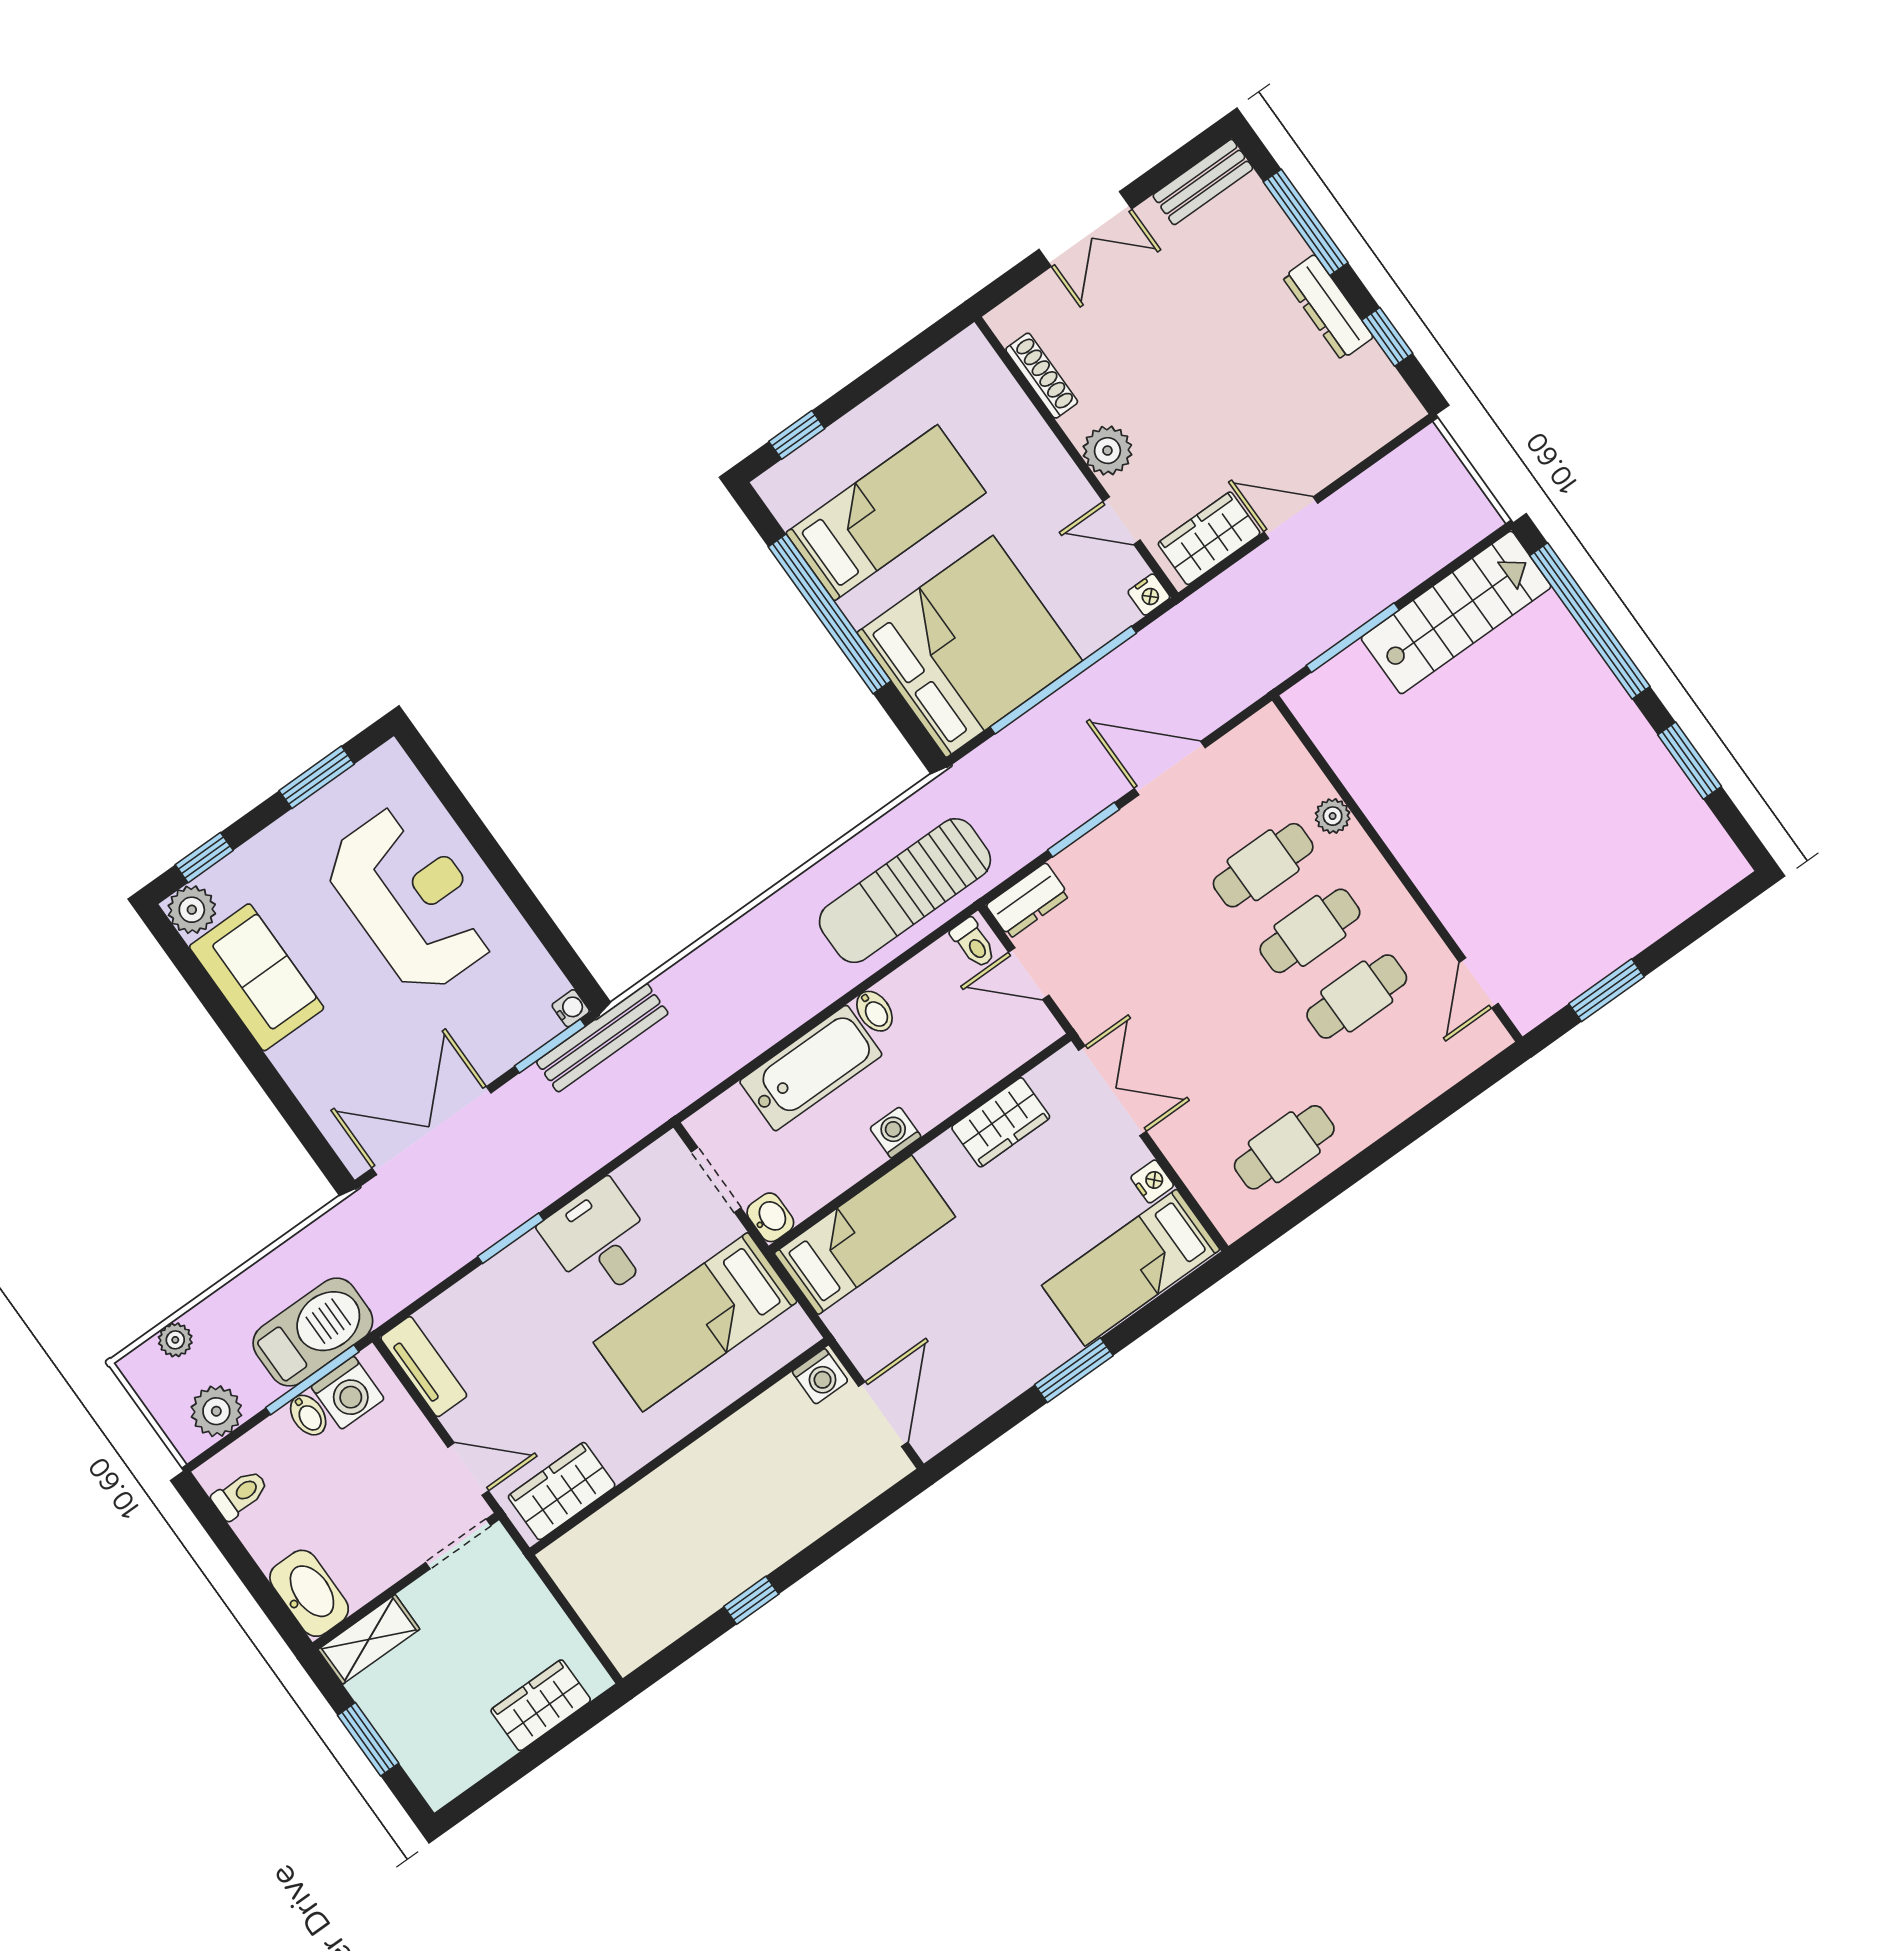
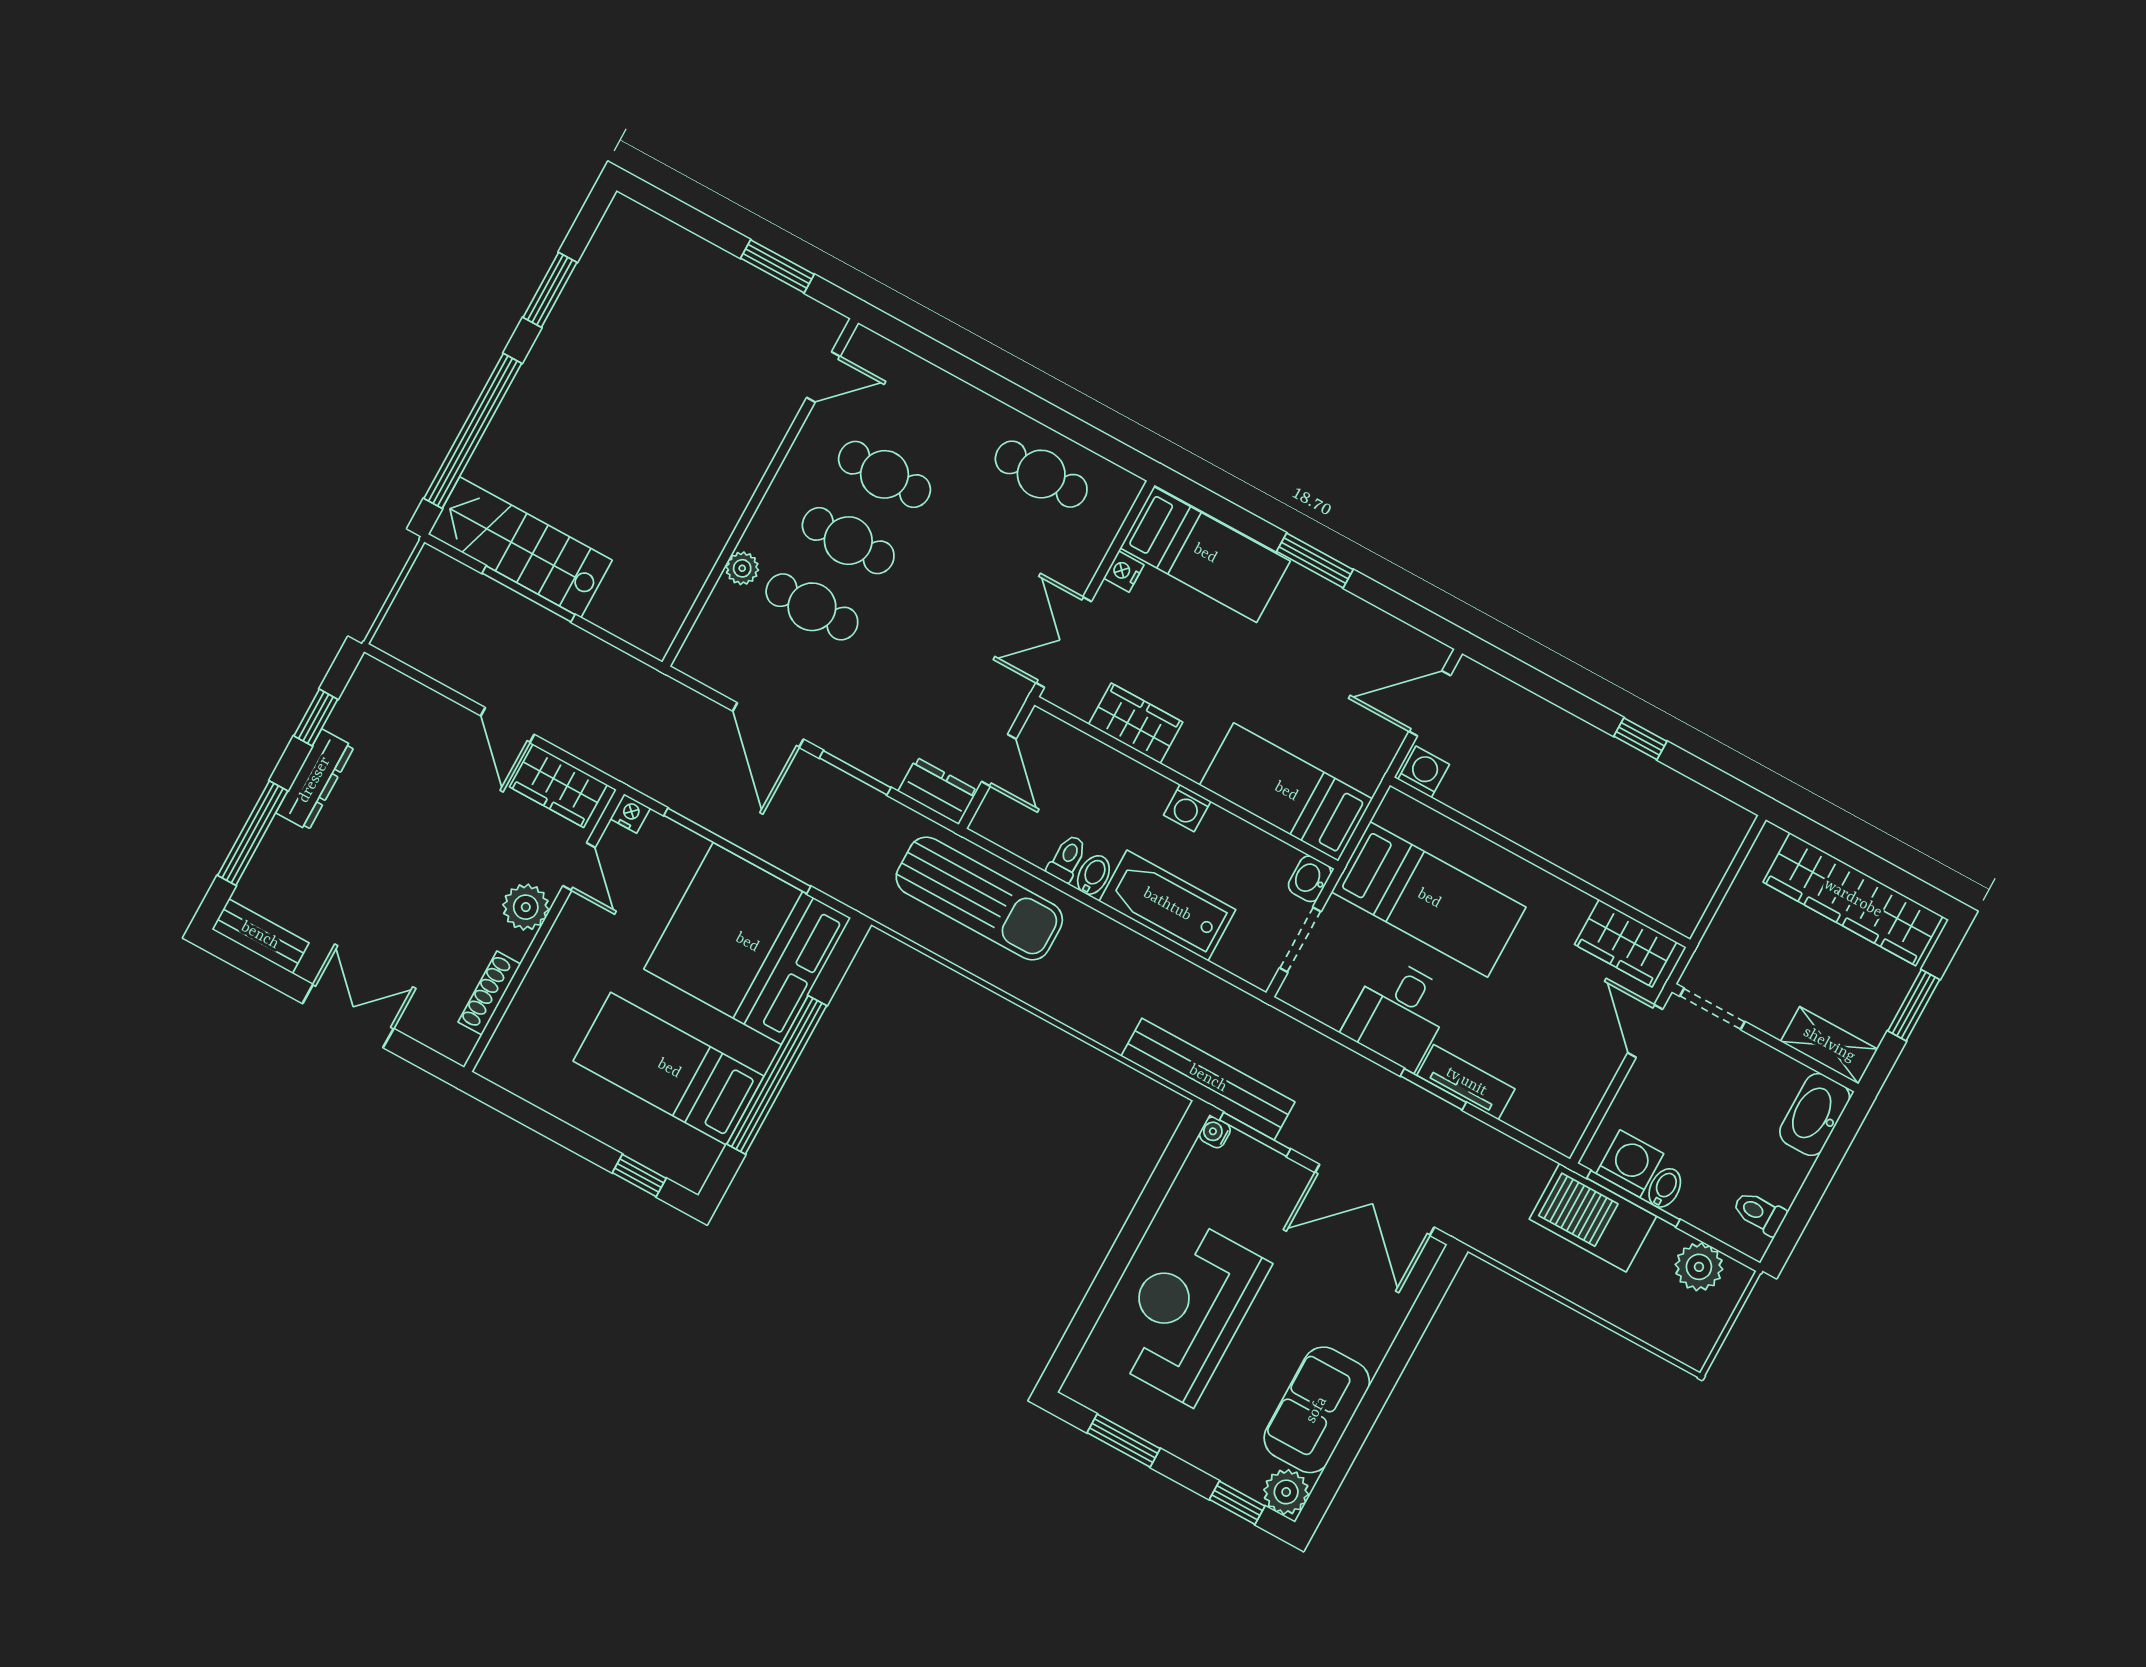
window: (1353, 638) -> (529, 594), moved
toilet: (973, 943) -> (1067, 858), moved
bench: (602, 1038) -> (1208, 1079), width x1.37, depth x1.21
plant: (175, 1340) -> (1656, 1331), removed
tv unit: (424, 1367) -> (1466, 1082), moved, turned 90
wardrobe: (541, 1705) -> (1853, 899), width x2.10, depth x1.17

